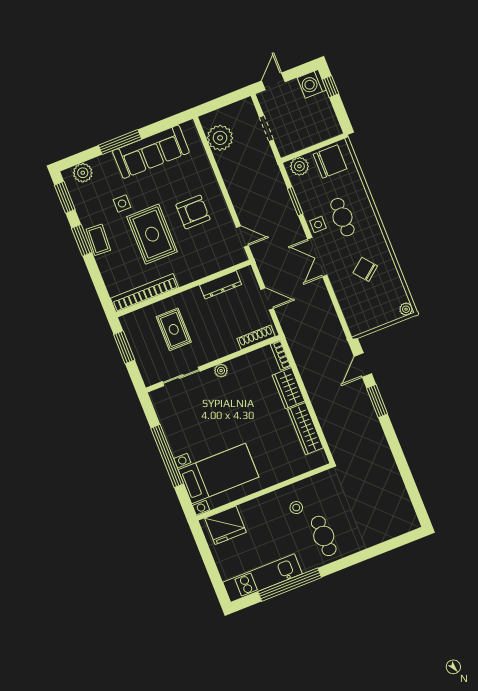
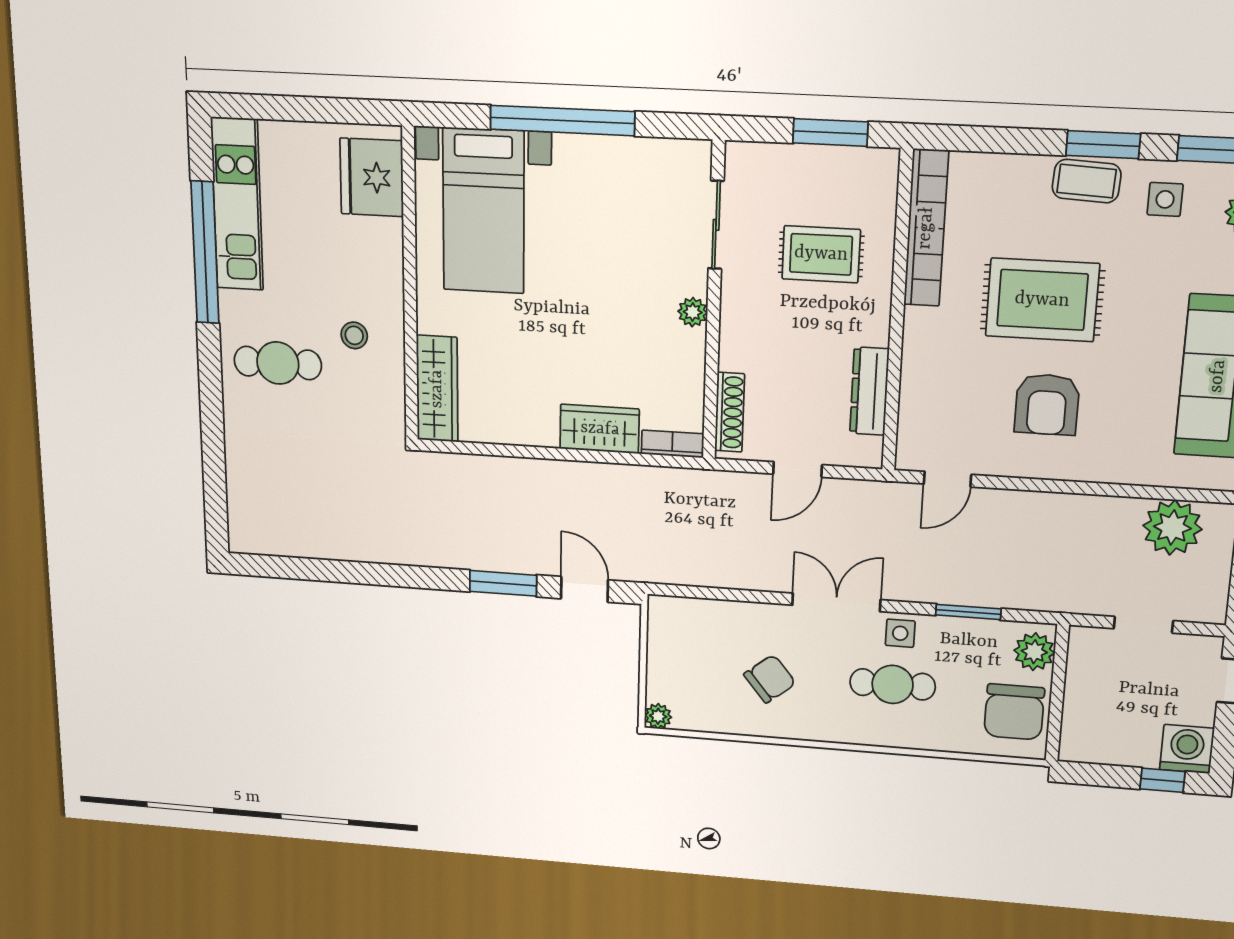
side table: (122, 203) -> (1165, 199), moved
wardrobe: (306, 429) -> (437, 389), moved, turned 90

